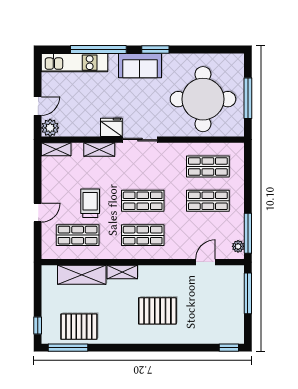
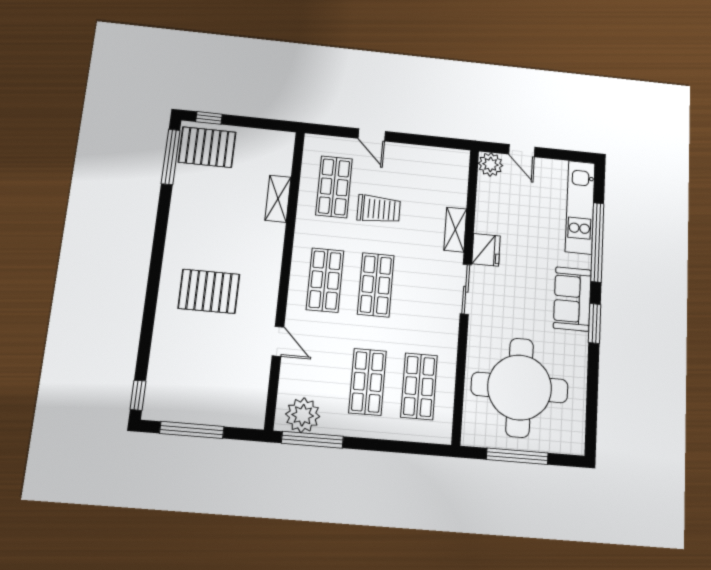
shelving: (56, 149) -> (460, 170), removed
plant: (238, 246) -> (303, 415), width x1.88, depth x1.88
door: (206, 262) -> (278, 341), moved
shelving: (122, 272) -> (273, 245), removed
shelving: (82, 275) -> (278, 199), width x0.67, depth x0.75
window: (248, 293) -> (192, 430), moved
pallet: (157, 311) -> (209, 291), turned 90
pallet: (79, 327) -> (207, 147), moved, turned 90

